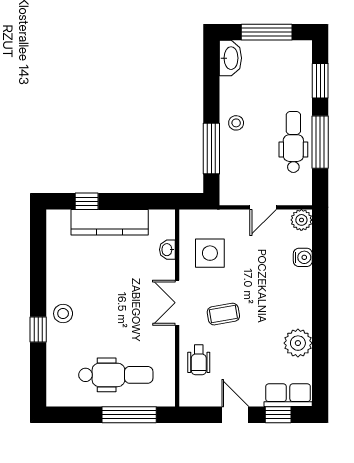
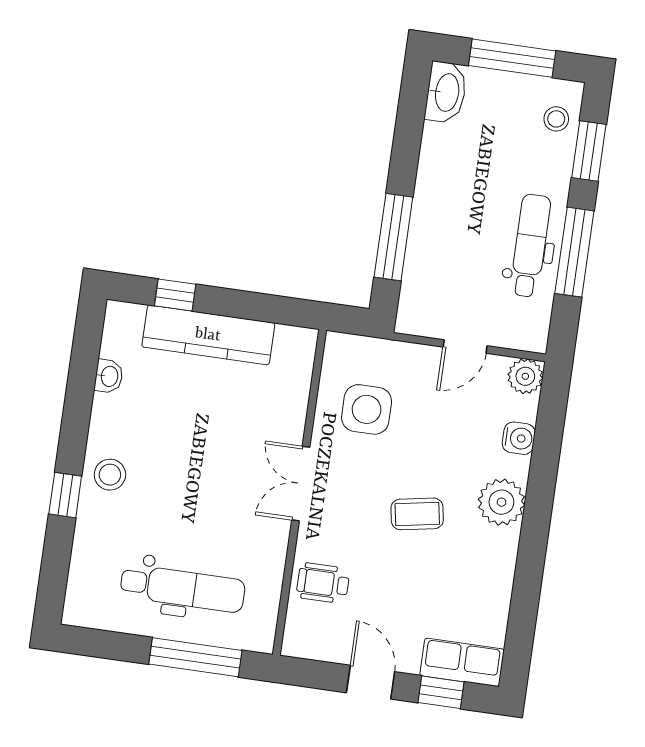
stool: (236, 123) -> (556, 119), moved
washbasin: (167, 250) -> (109, 376), moved, turned 180
coffee table: (223, 314) -> (417, 514), moved
plant: (298, 343) -> (501, 502), moved
wheelchair: (199, 360) -> (323, 583), turned 90

